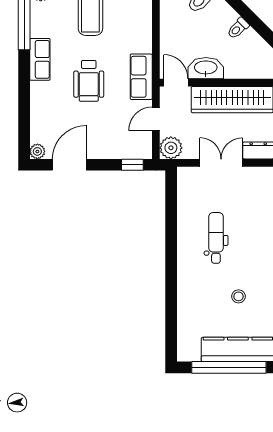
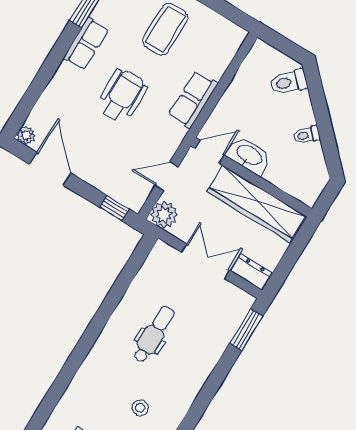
row of seats: (141, 77) -> (193, 100), moved
wheelchair: (89, 81) -> (122, 96), turned 180
door: (176, 83) -> (210, 152), hinge flipped
door: (69, 165) -> (50, 169), hinge flipped

